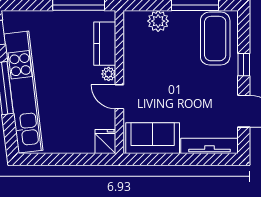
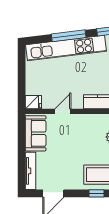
window: (244, 65) -> (97, 193), moved
plant: (109, 74) -> (78, 104), removed

